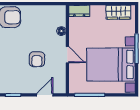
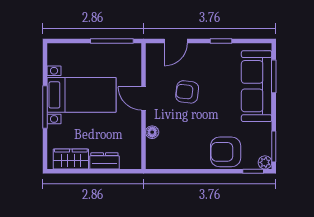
dresser: (79, 11) -> (104, 161), moved
armchair: (37, 59) -> (187, 92), turned -83
bed with nightstands: (111, 65) -> (82, 95), width x0.73

